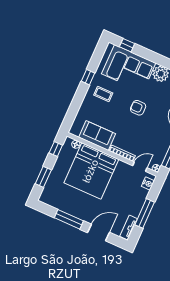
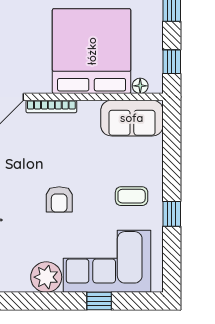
window: (127, 45) -> (99, 301), moved
armchair: (138, 108) -> (59, 199), turned 90
sofa: (97, 136) -> (132, 118), moved

